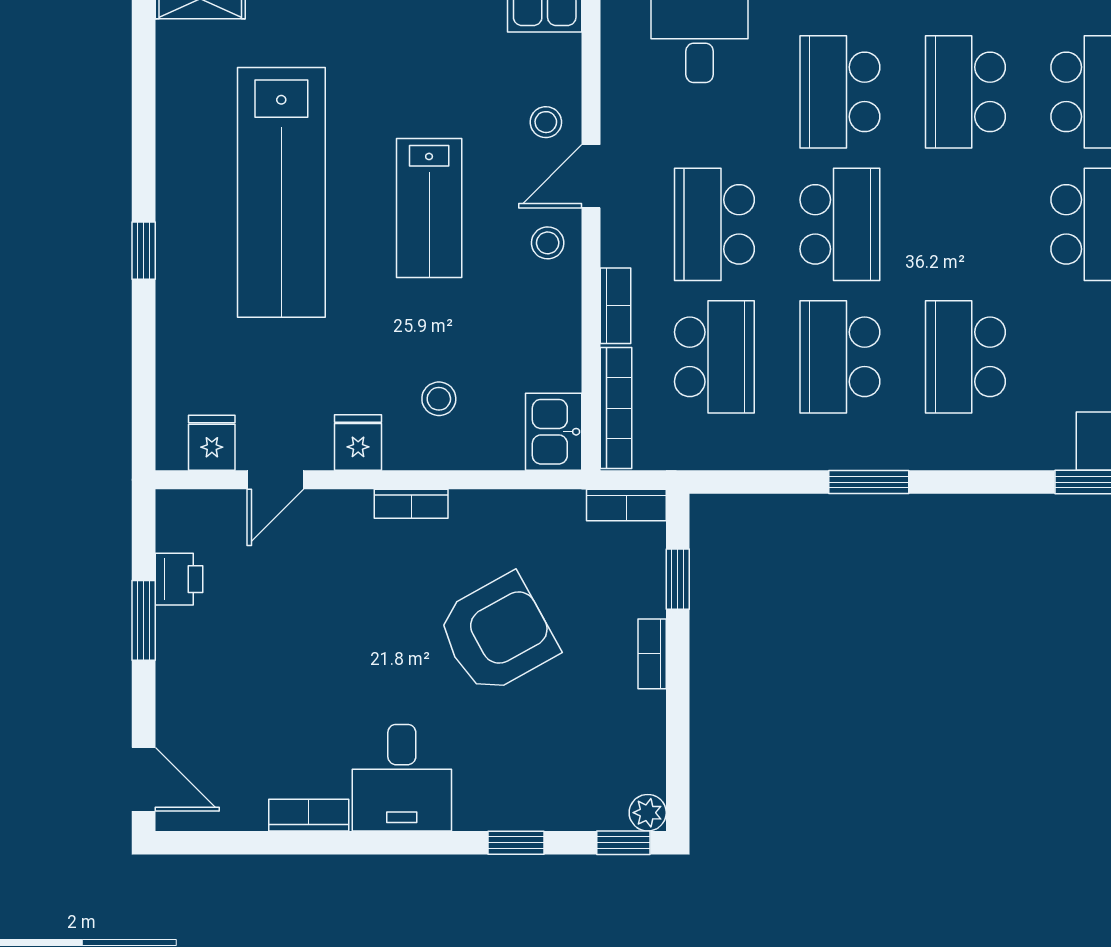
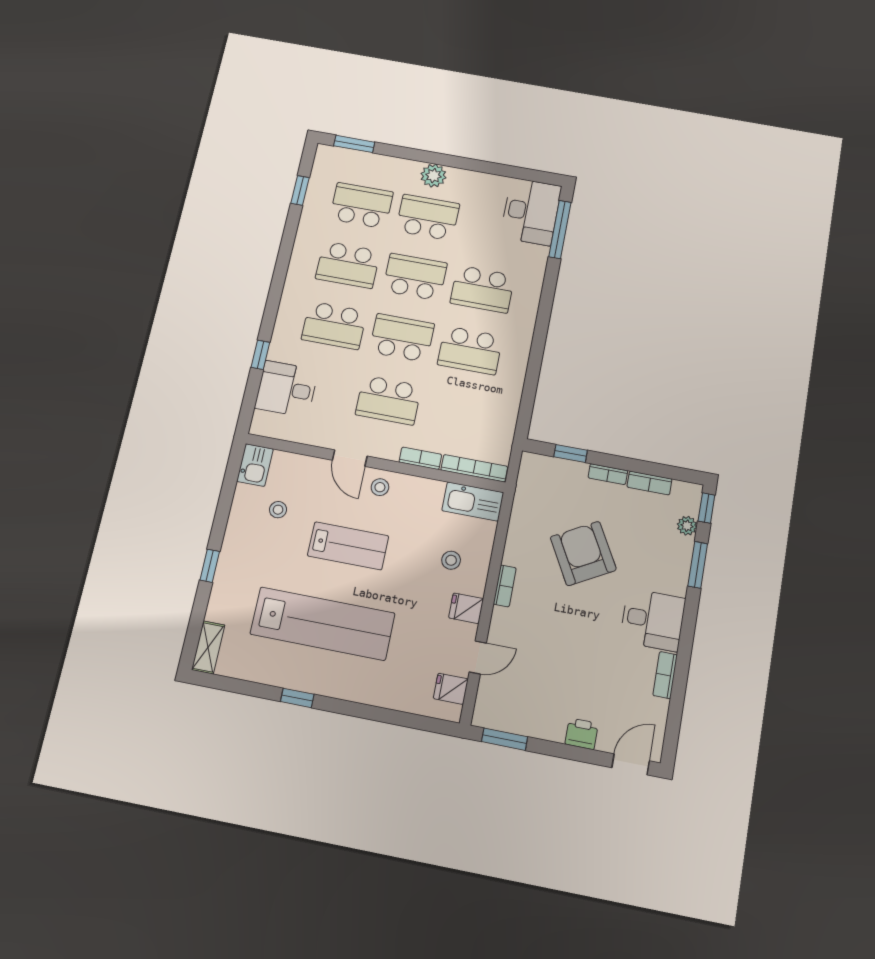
stool: (546, 122) -> (278, 510), moved
window: (144, 251) -> (297, 698), moved
school desk: (714, 357) -> (415, 277), moved
kitchen sink: (554, 432) -> (473, 502), width x1.38
door: (275, 480) -> (478, 657), hinge flipped
window: (869, 482) -> (537, 348), removed
bookcase: (626, 505) -> (649, 483), moved, turned 90
printer: (179, 579) -> (582, 734), moved
window: (144, 620) -> (505, 739), moved
plant: (648, 813) -> (687, 526), moved
window: (516, 843) -> (698, 565), width x1.50

